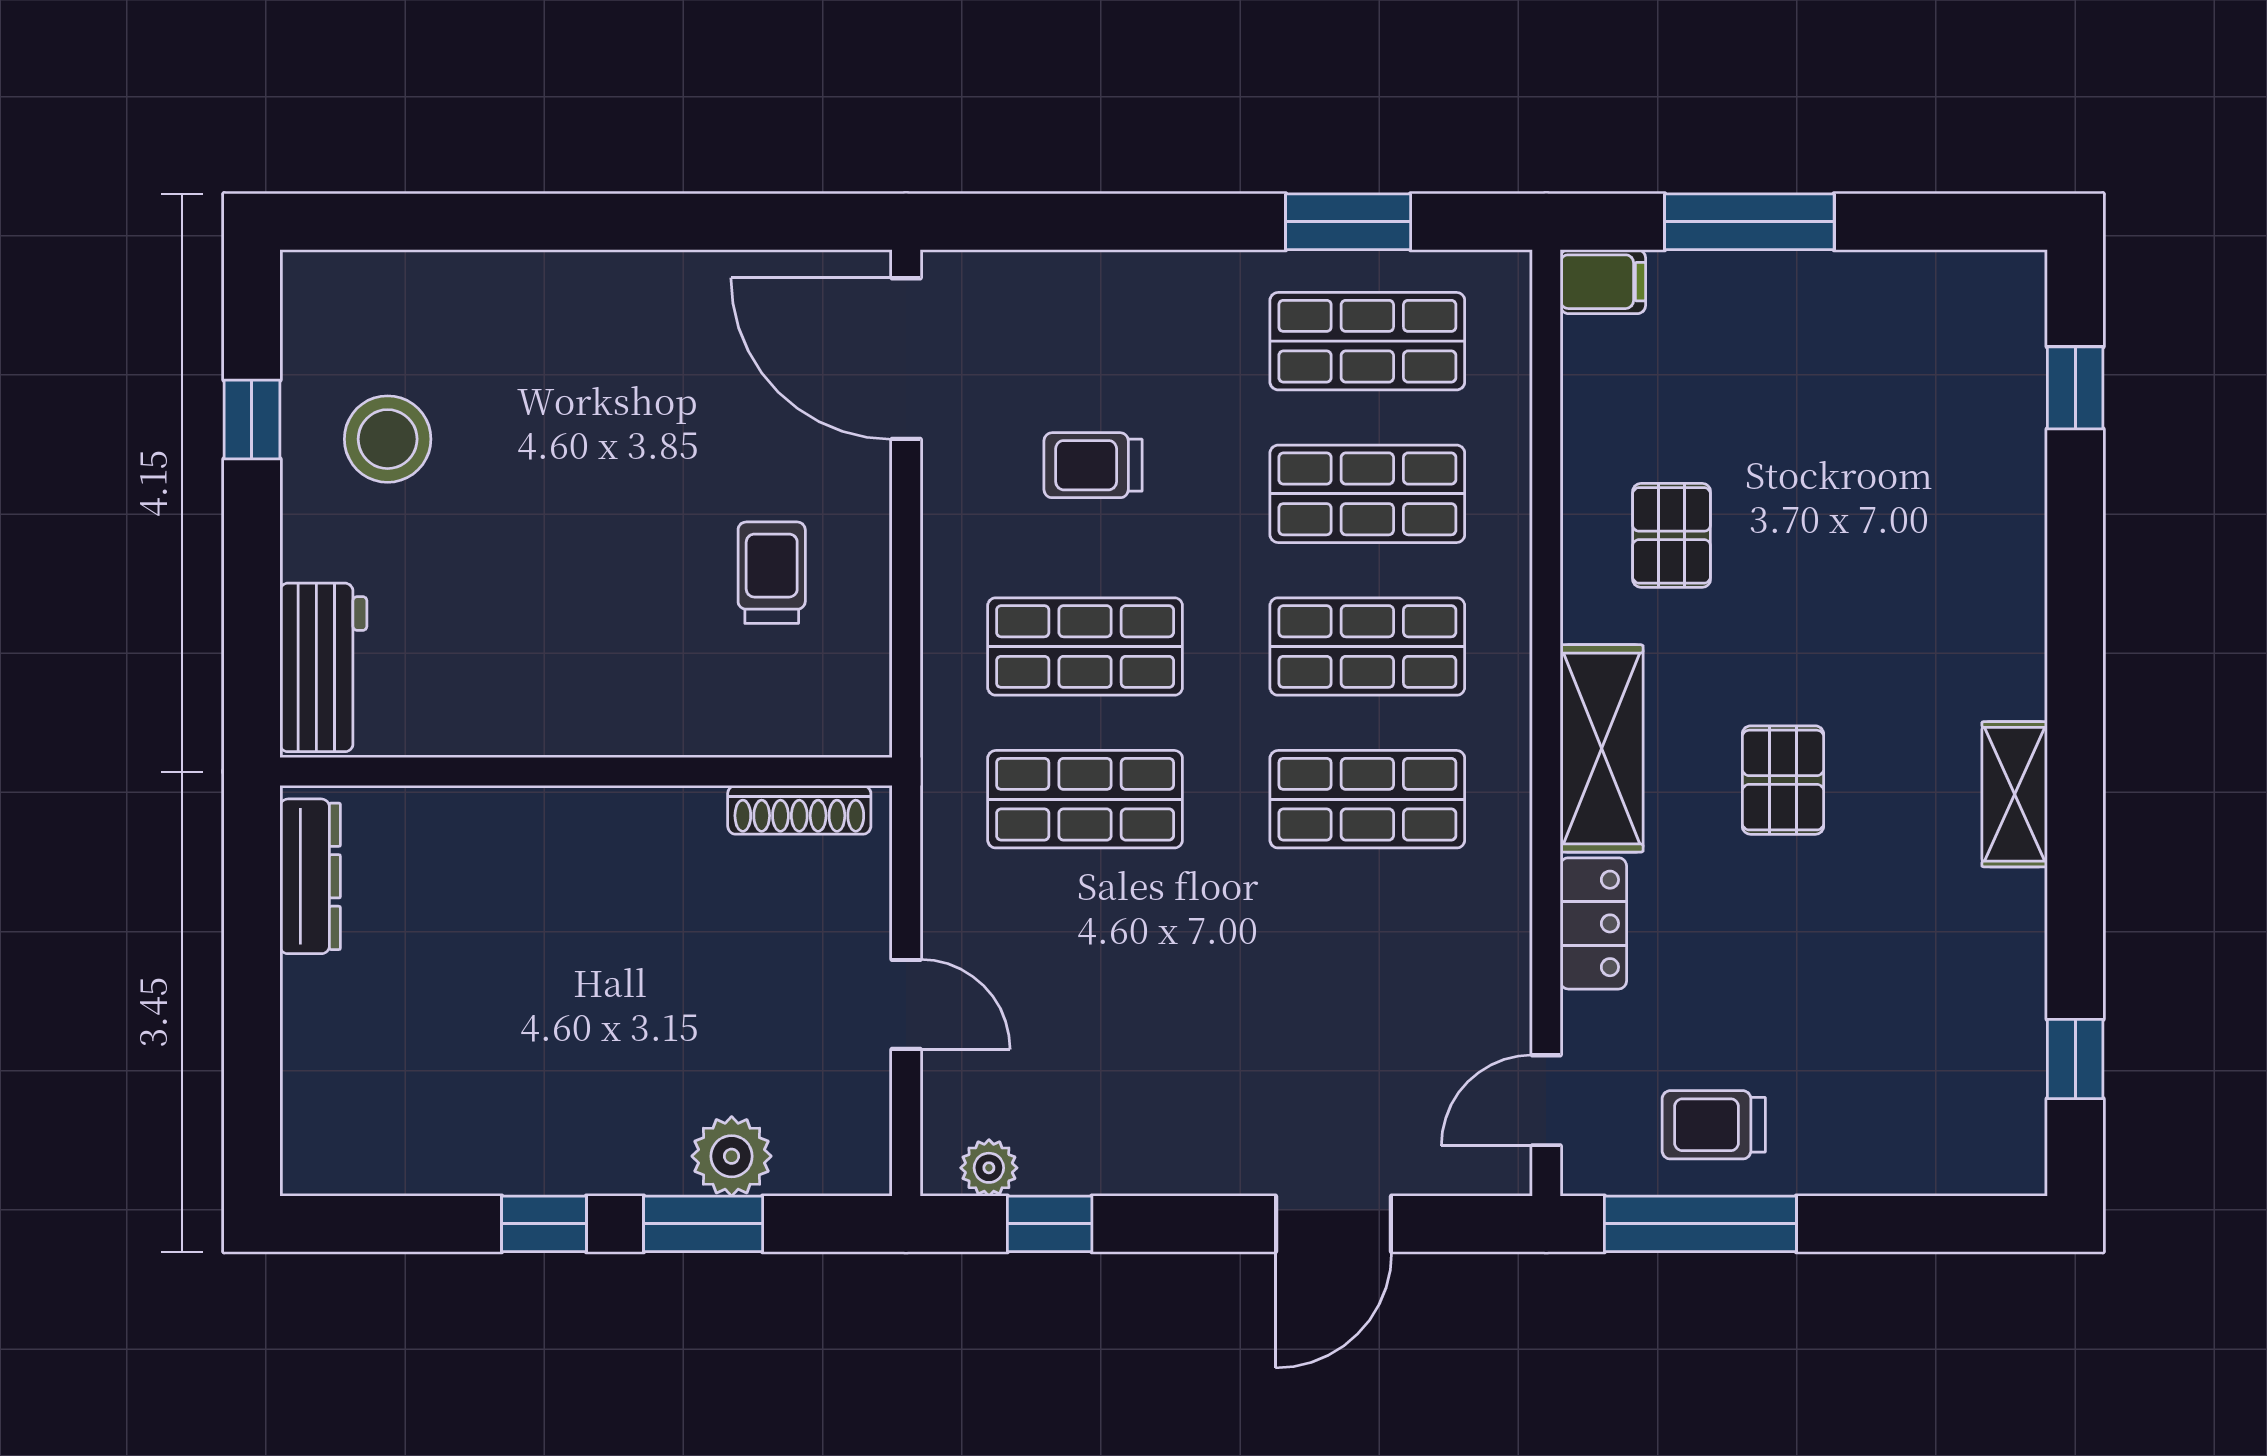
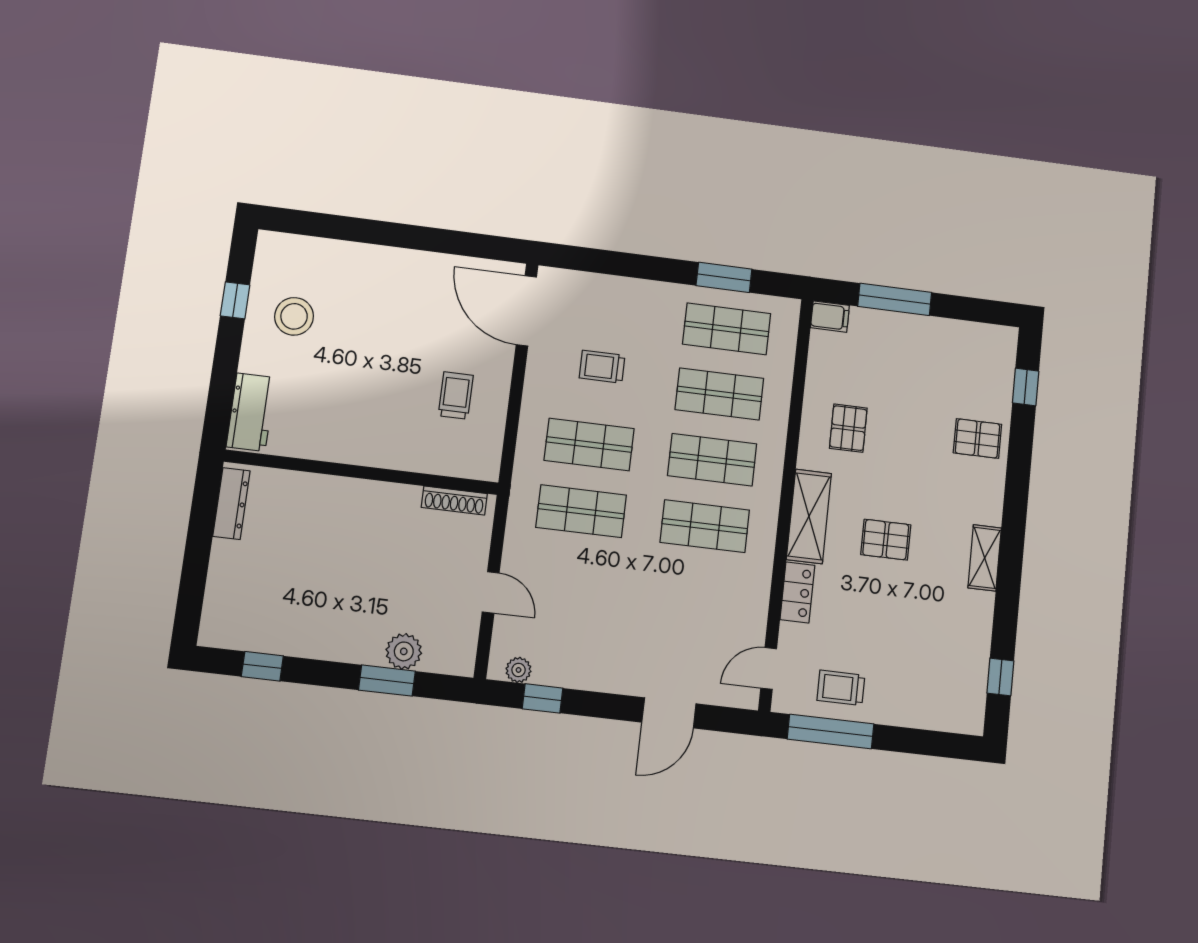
pallet: (1973, 522) -> (977, 439), added
pallet: (1783, 780) -> (886, 540), turned 90
window: (544, 1224) -> (262, 666), moved

